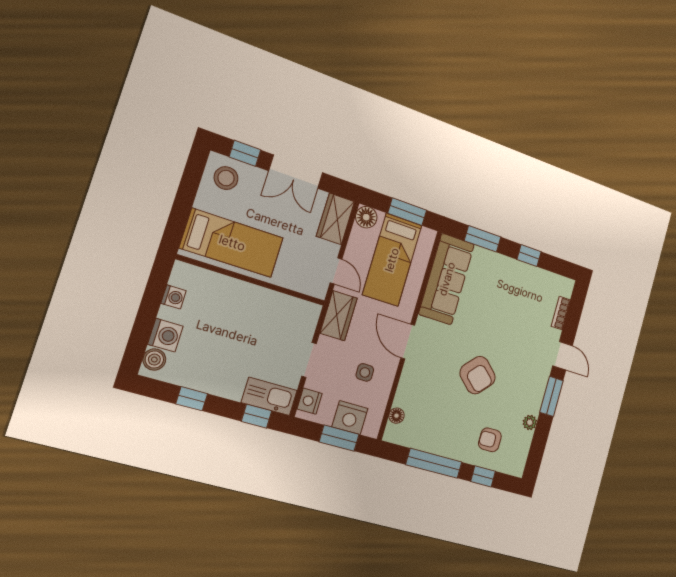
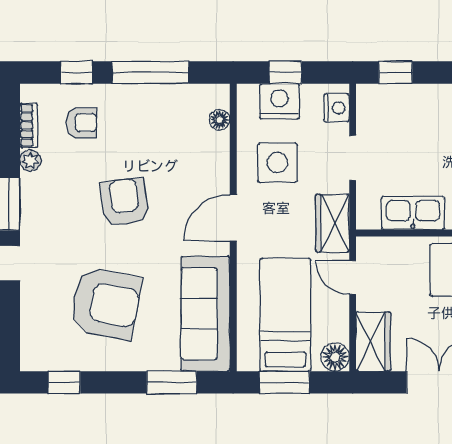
window: (529, 256) -> (64, 382), moved
armchair: (510, 308) -> (105, 303), added
bookcase: (561, 313) -> (29, 126), moved
door: (408, 342) -> (233, 218), swing flipped
side table: (365, 372) -> (278, 163), width x1.87, depth x1.87
armchair: (478, 375) -> (125, 202), turned 40
kitchen sink: (269, 396) -> (413, 213), moved, turned 180
window: (339, 438) -> (285, 72), width x0.67

